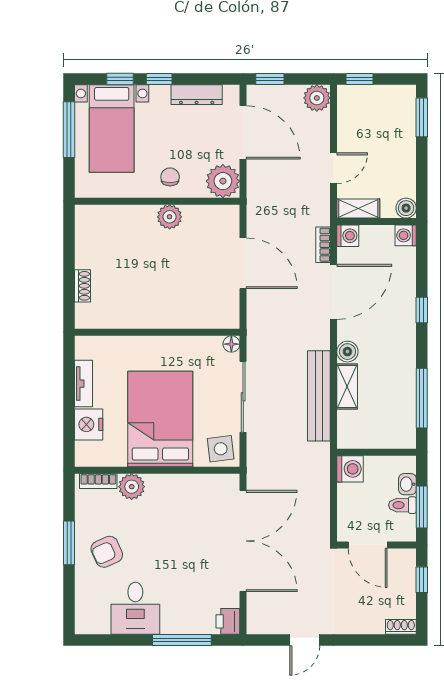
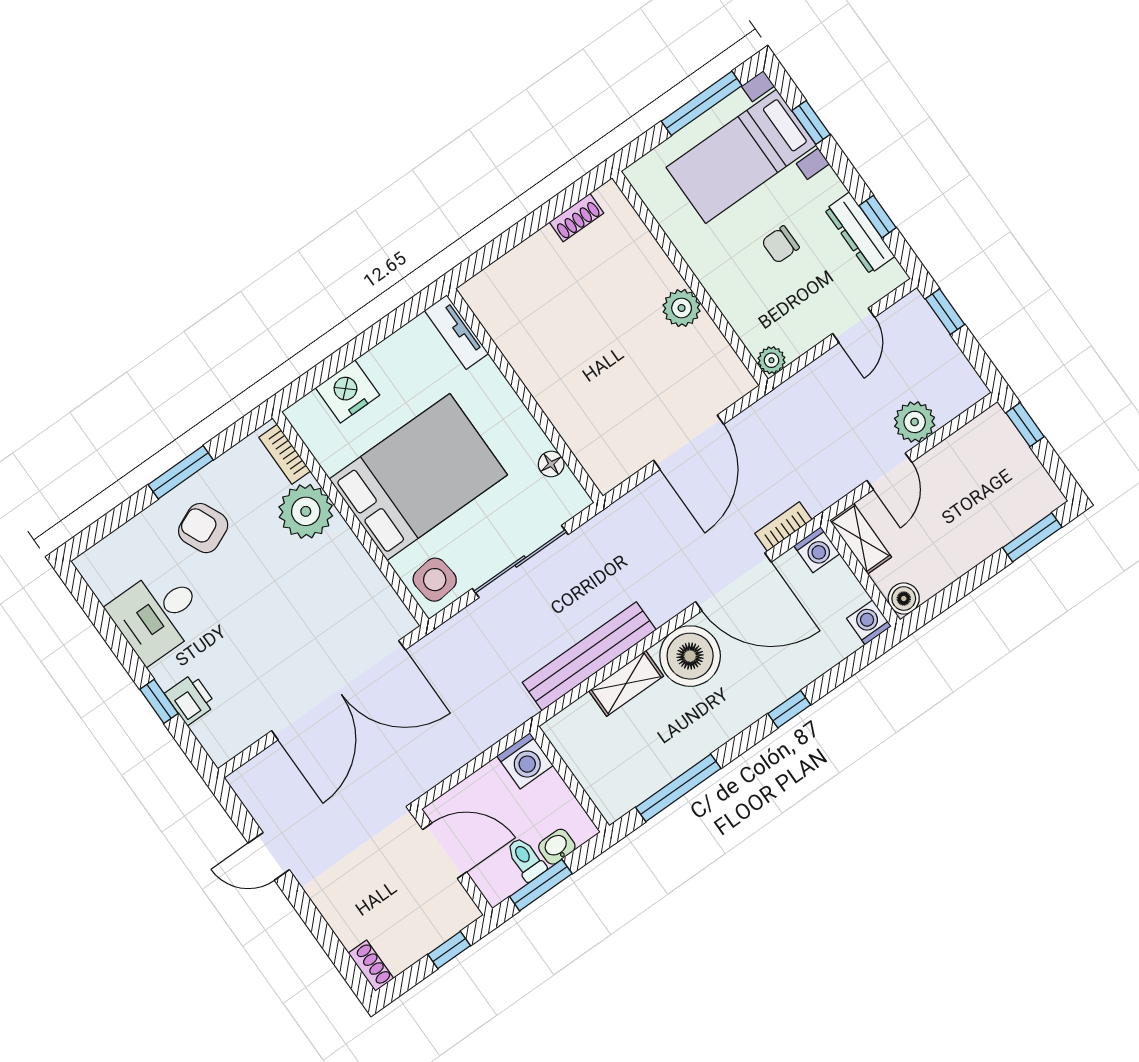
window: (159, 79) -> (878, 217), moved
plant: (317, 98) -> (915, 422), moved
door: (243, 132) -> (854, 325), width x0.53
door: (334, 168) -> (889, 471), hinge flipped
chair: (170, 177) -> (780, 244), moved, turned 180
plant: (223, 181) -> (771, 360), width x0.53, depth x0.53
shoe rack: (82, 286) -> (576, 218), moved
floor lamp: (231, 344) -> (551, 464), moved
boiler: (347, 352) -> (690, 656), width x1.86, depth x1.86
tv unit: (84, 384) -> (456, 332), moved, turned 90
plant: (132, 487) -> (306, 511), width x1.36, depth x1.36
door: (368, 545) -> (445, 851), swing flipped
printer: (228, 621) -> (190, 699), moved, turned 90
window: (182, 640) -> (159, 701), width x0.46

